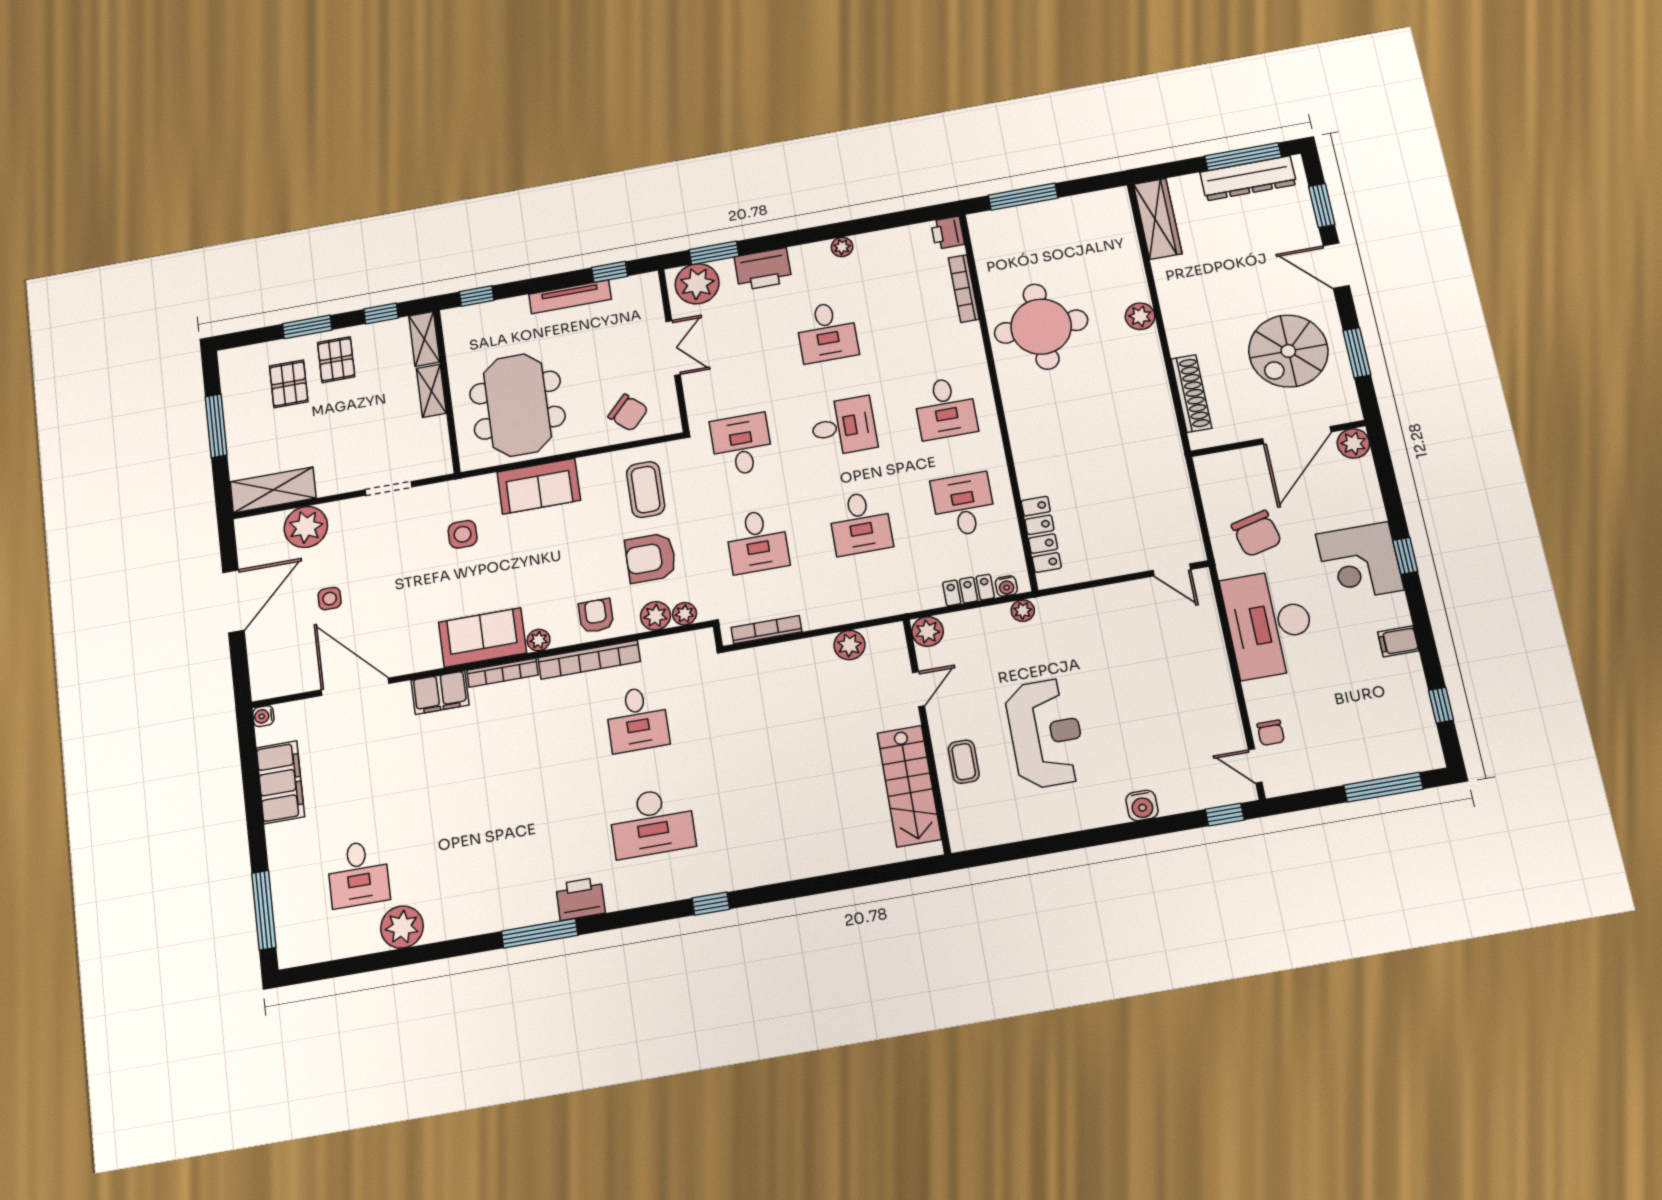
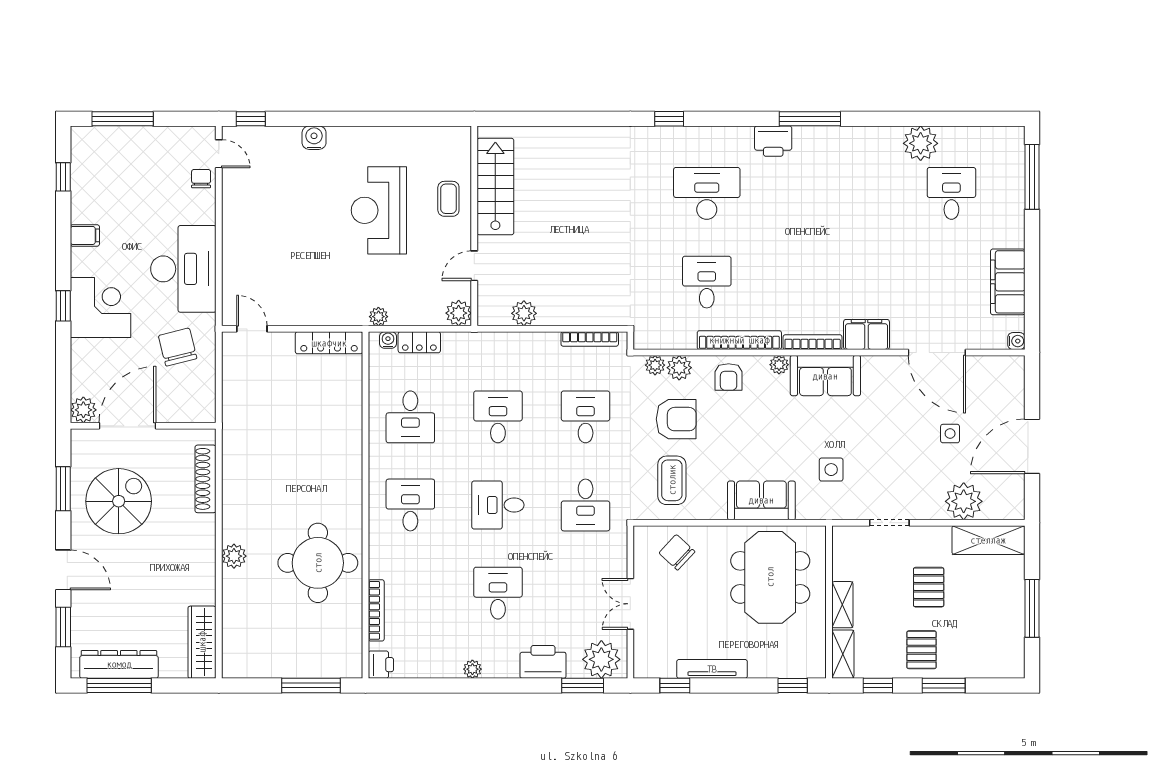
pallet: (289, 384) -> (929, 587), moved
locker: (1041, 534) -> (329, 343), moved, turned -90

